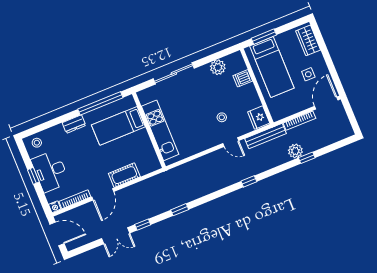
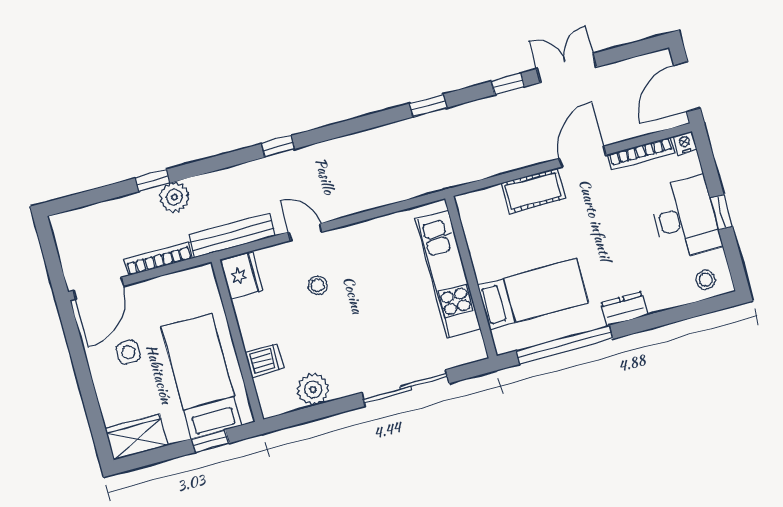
window: (264, 37) -> (210, 441), width x0.67
wardrobe: (308, 40) -> (136, 437), moved, turned -90
door: (57, 234) -> (687, 87), hinge flipped

